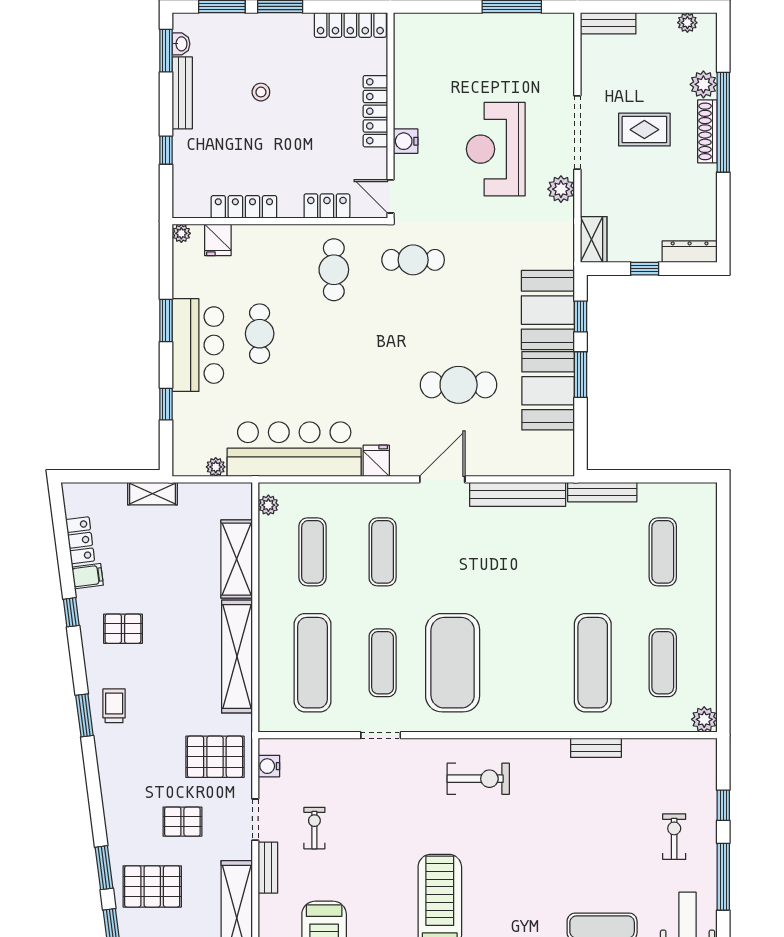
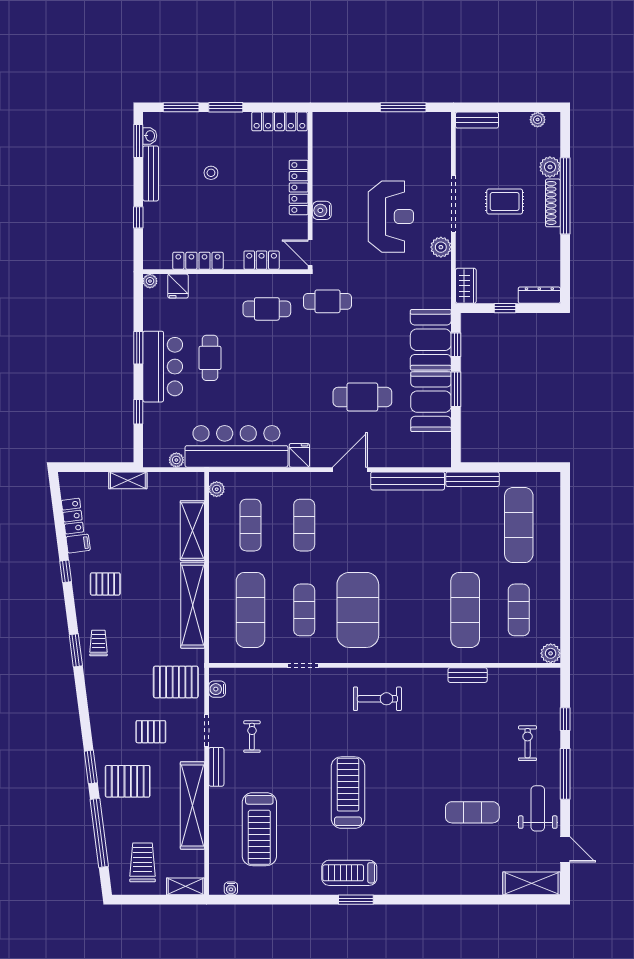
reception desk: (496, 149) -> (391, 217), turned 180
cafe table: (334, 270) -> (267, 309), turned 90
exercise mat: (663, 552) -> (519, 525), width x1.36, depth x1.45

